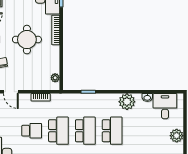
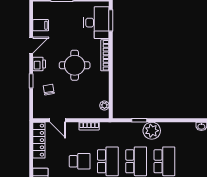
plant: (127, 102) -> (152, 131), moved

